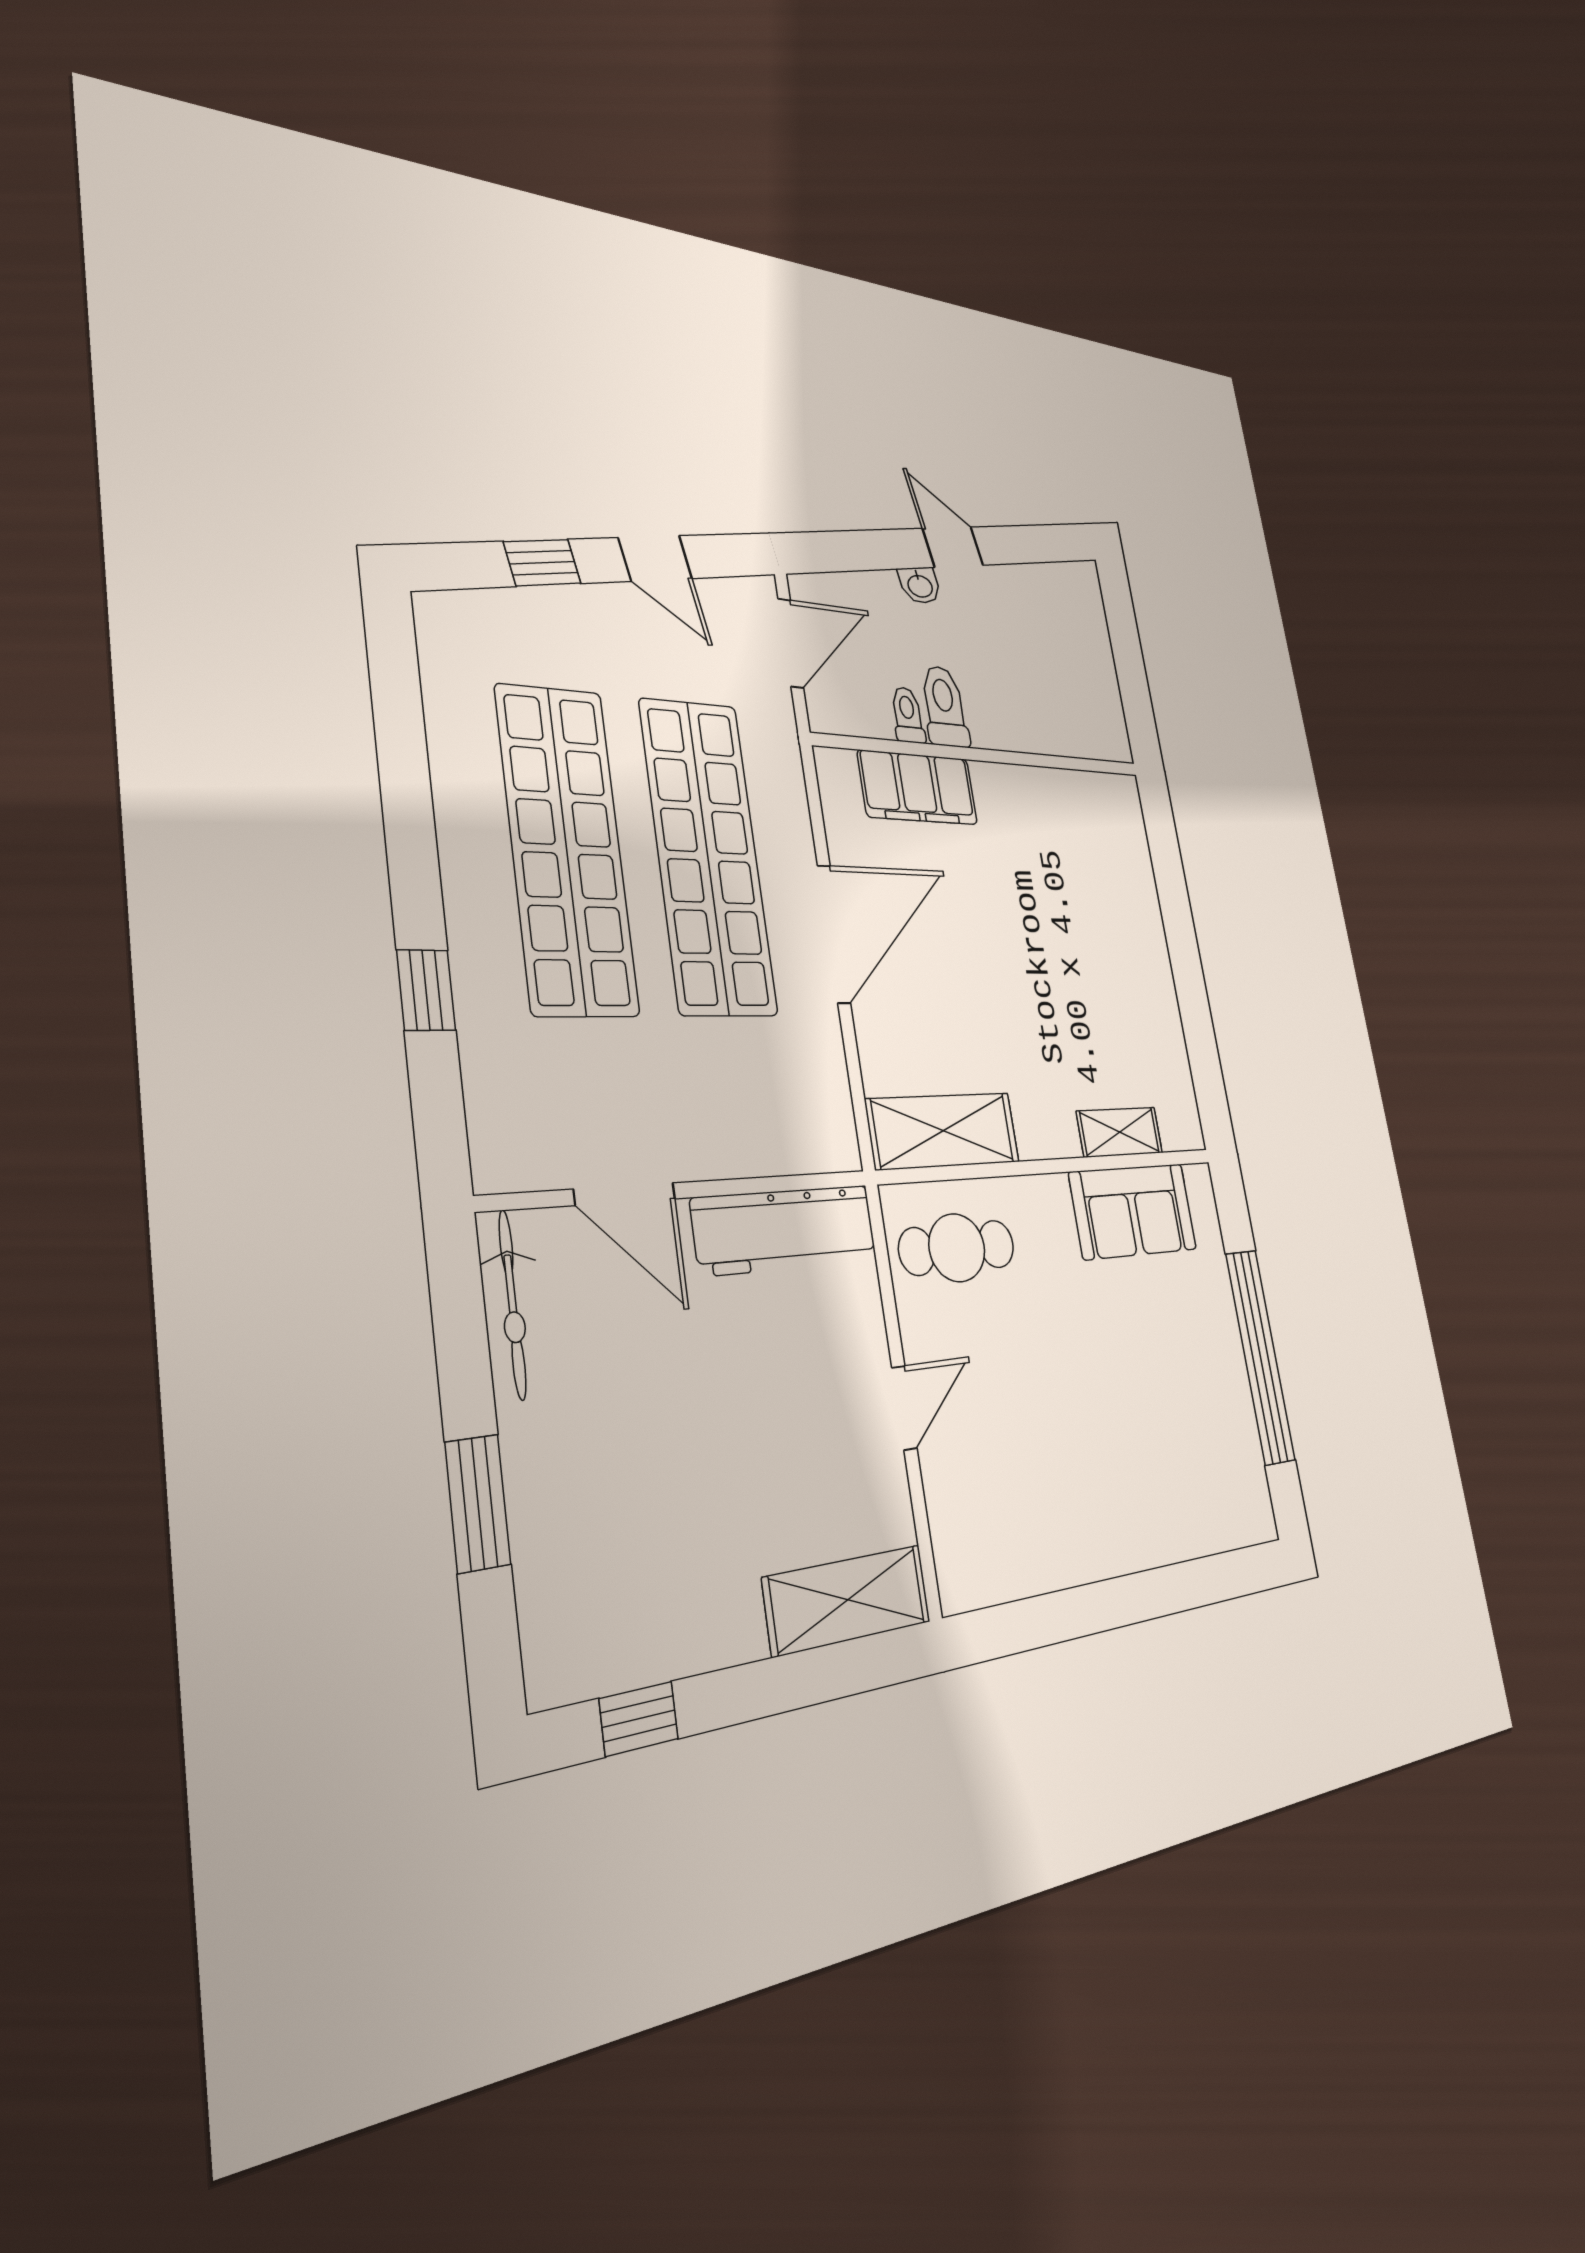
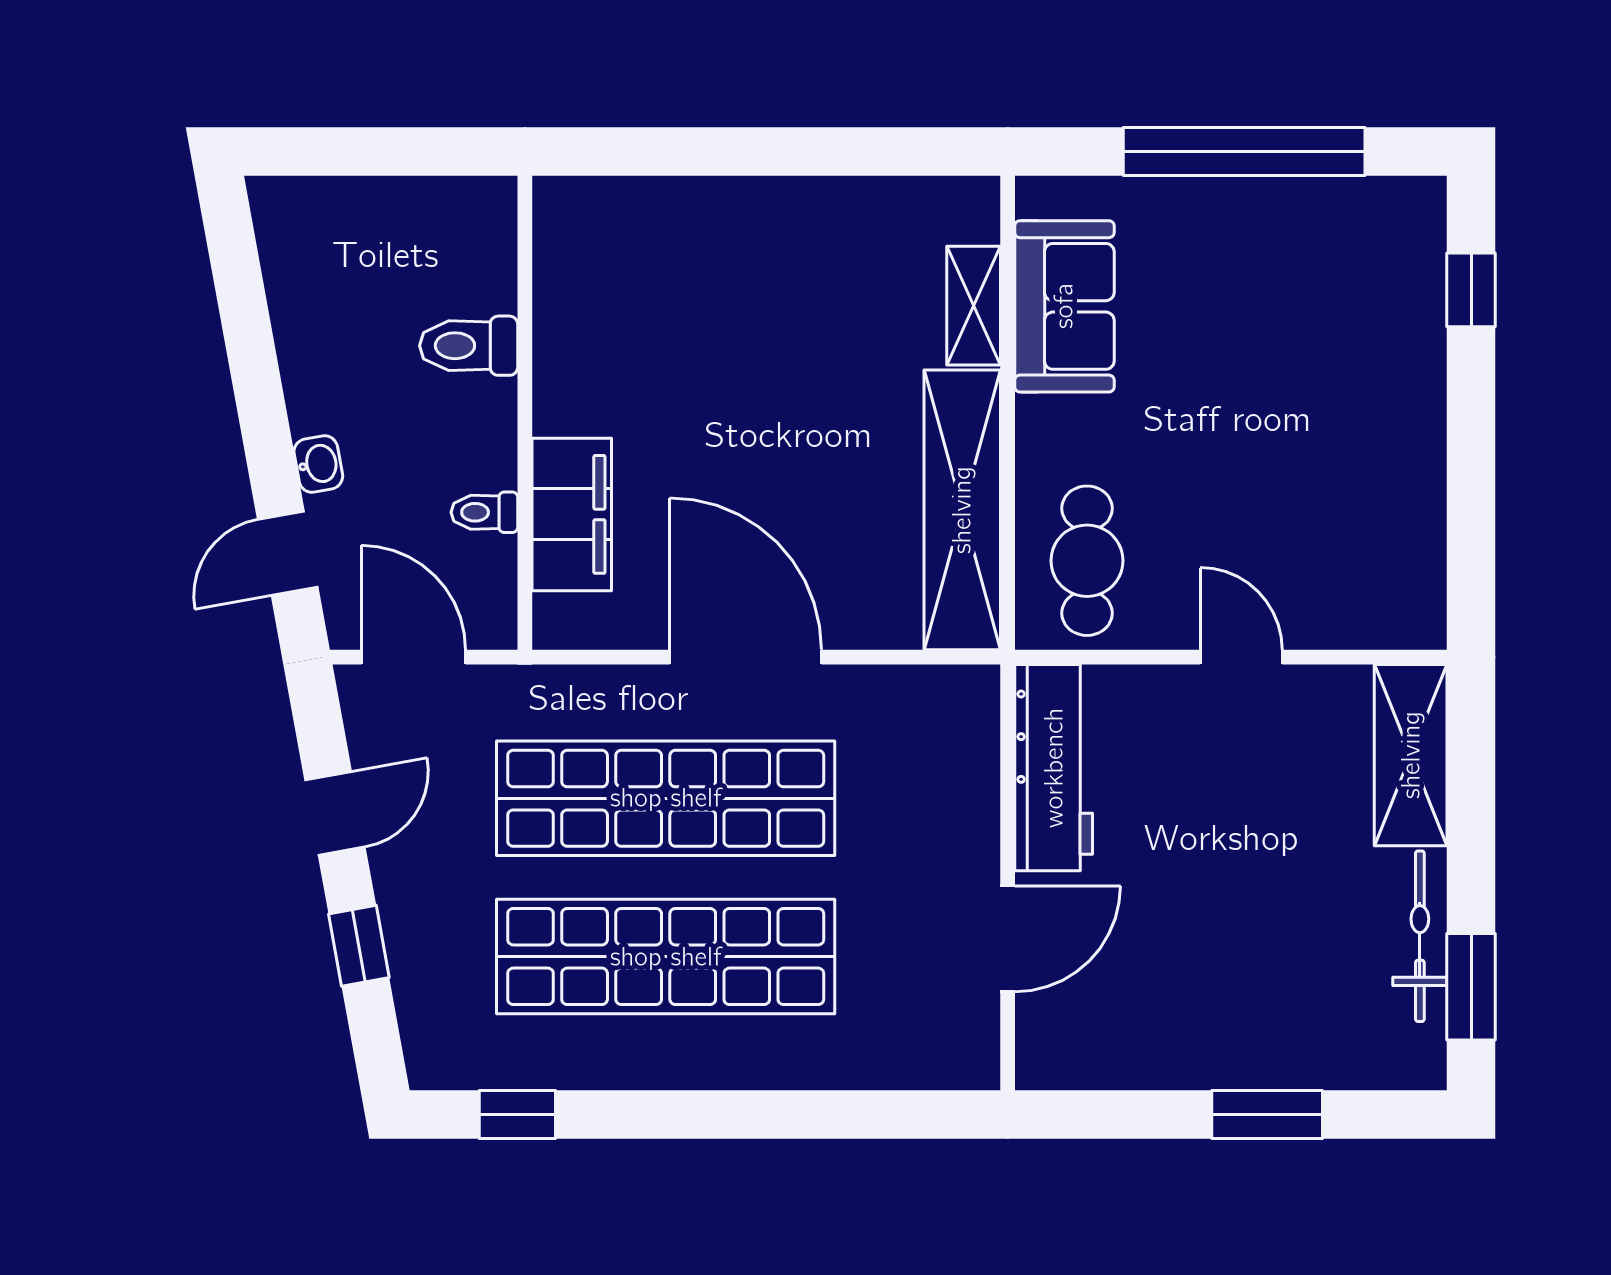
door: (953, 547) -> (288, 553), moved
toilet: (944, 706) -> (469, 346), moved
window: (426, 990) -> (517, 1115), moved
shelving: (943, 1131) -> (962, 510), width x1.47
bicycle: (512, 1304) -> (1420, 936), moved, turned -90
window: (1210, 1580) -> (1471, 290), added
window: (639, 1719) -> (1471, 987), width x1.50

